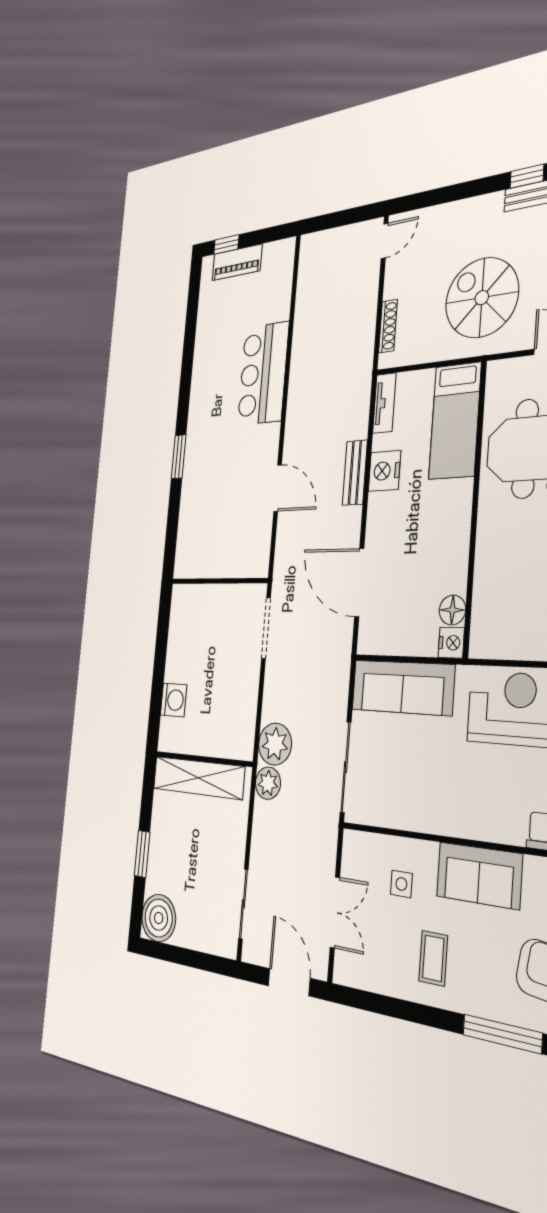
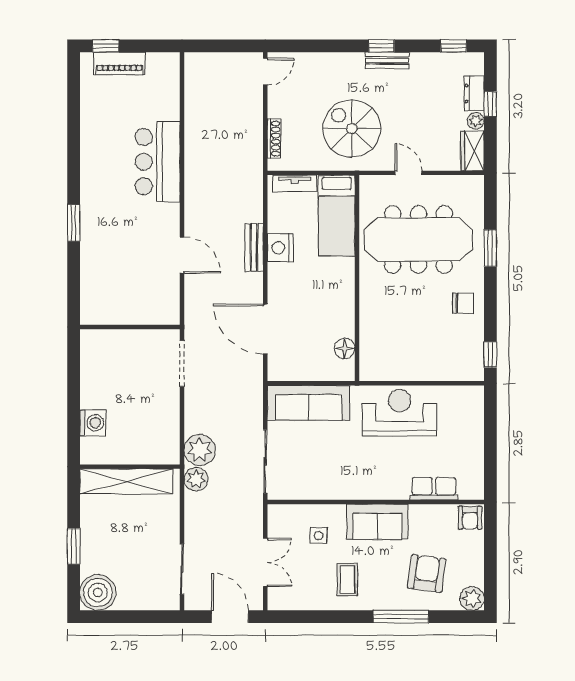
tv unit: (384, 403) -> (295, 183), moved, turned 90
nightstand: (451, 643) -> (345, 371), removed

